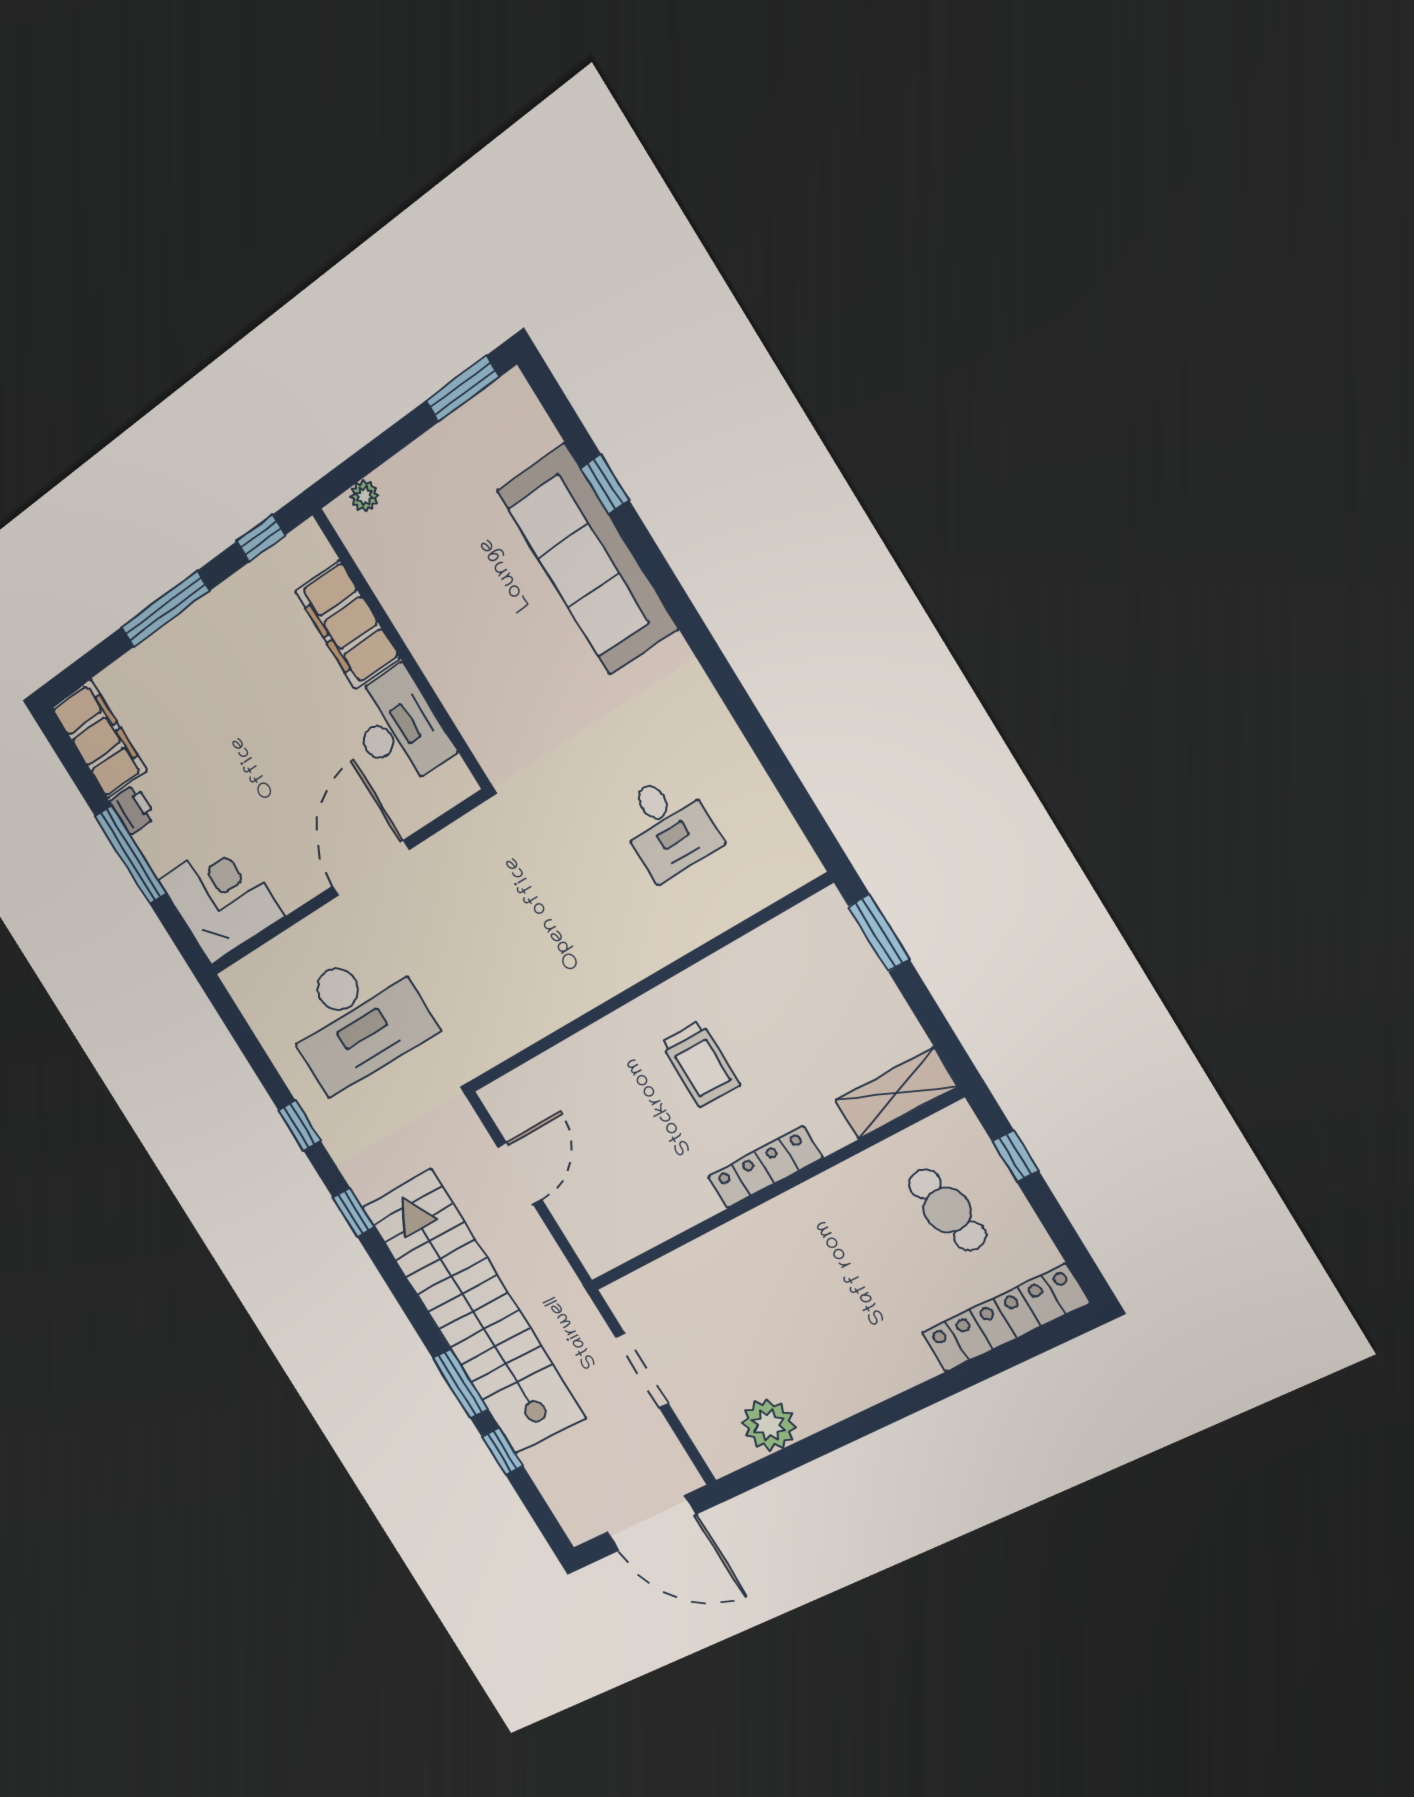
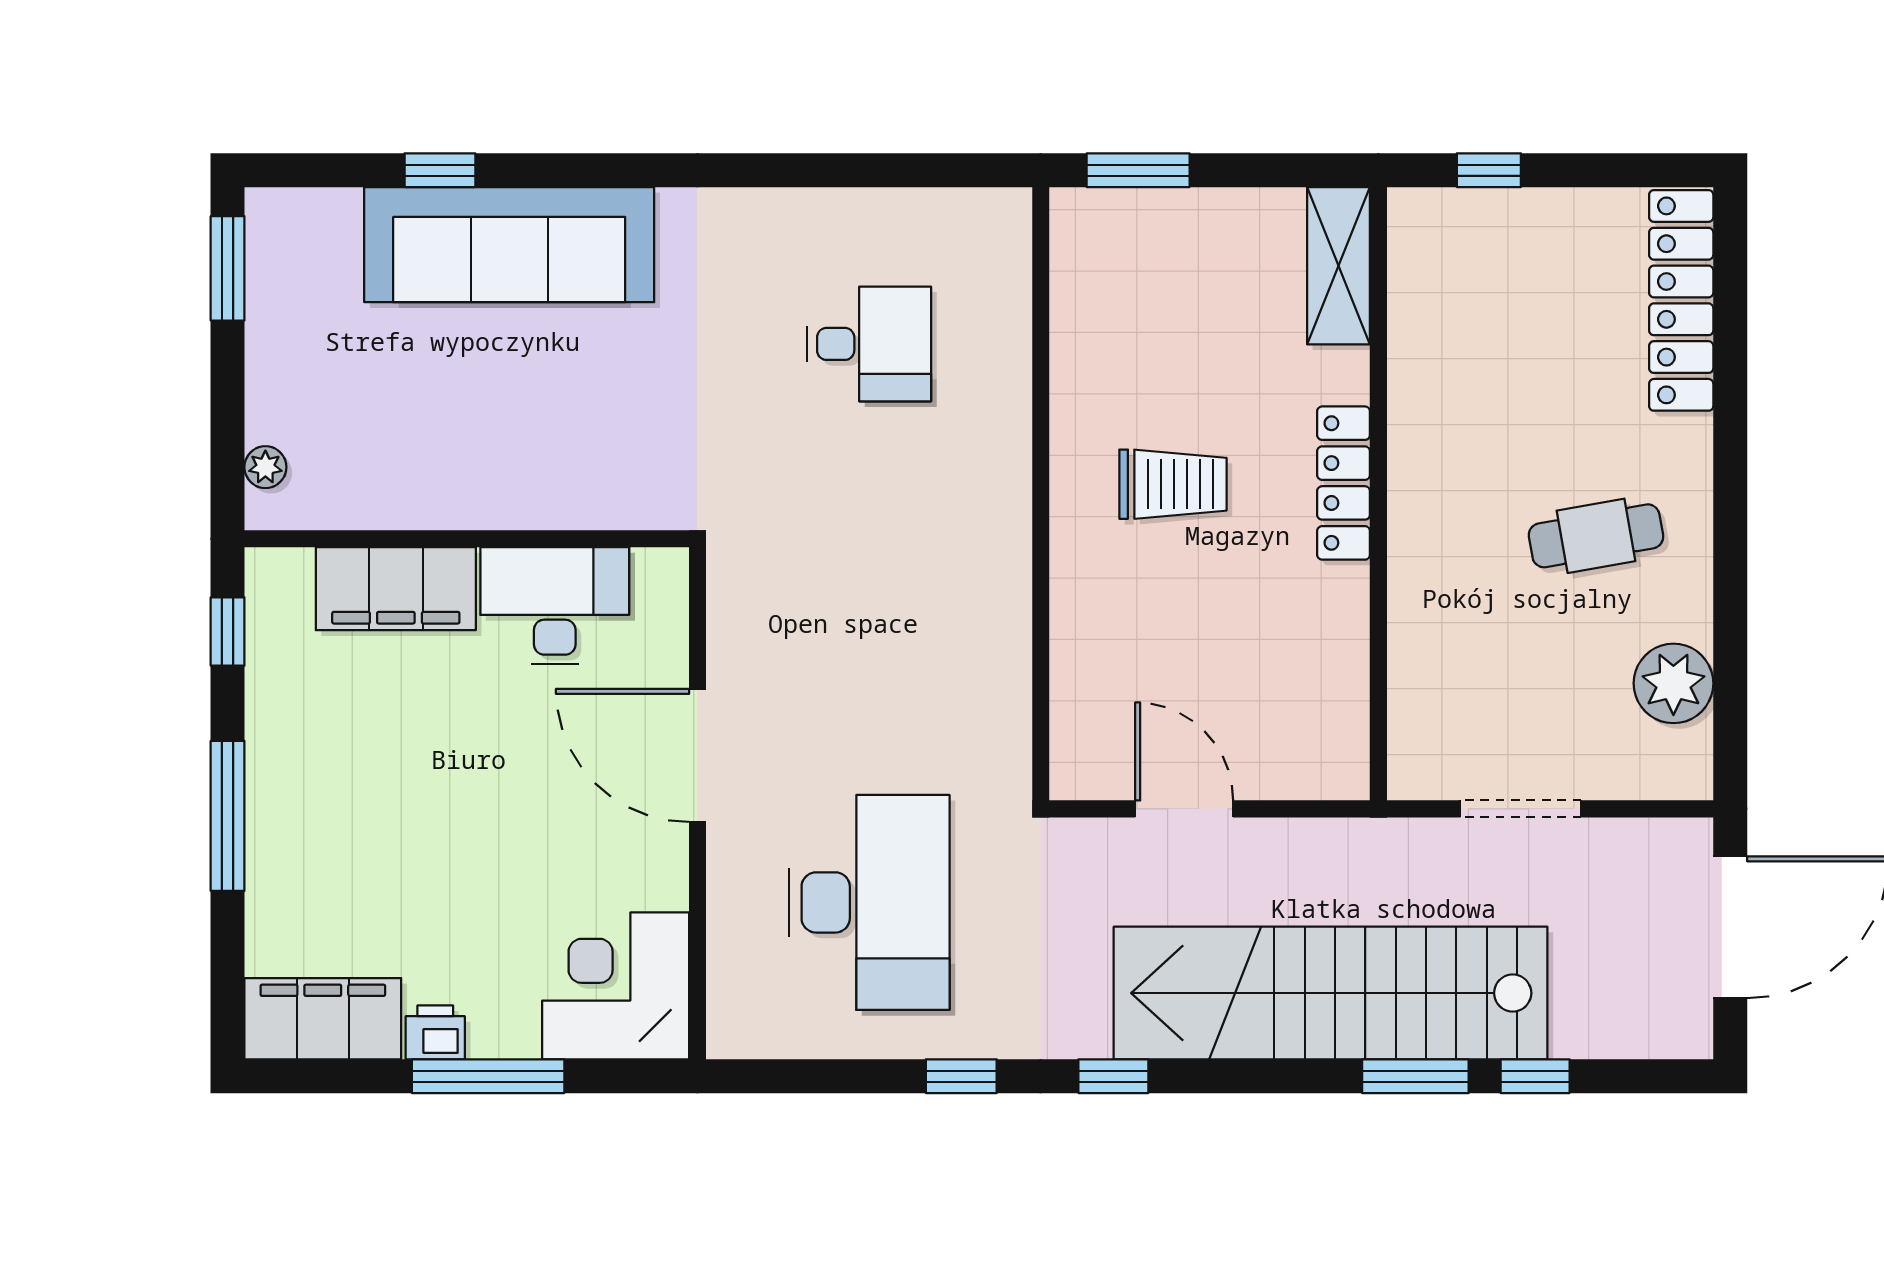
cafe table: (947, 1210) -> (1596, 536), moved

